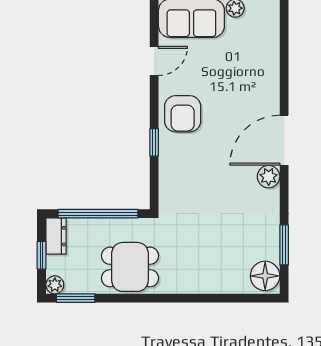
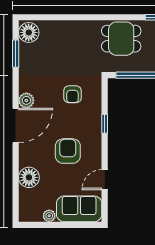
floor lamp: (265, 64) -> (29, 177), added
armchair: (183, 114) -> (68, 151), moved
armchair: (201, 186) -> (72, 94), added

